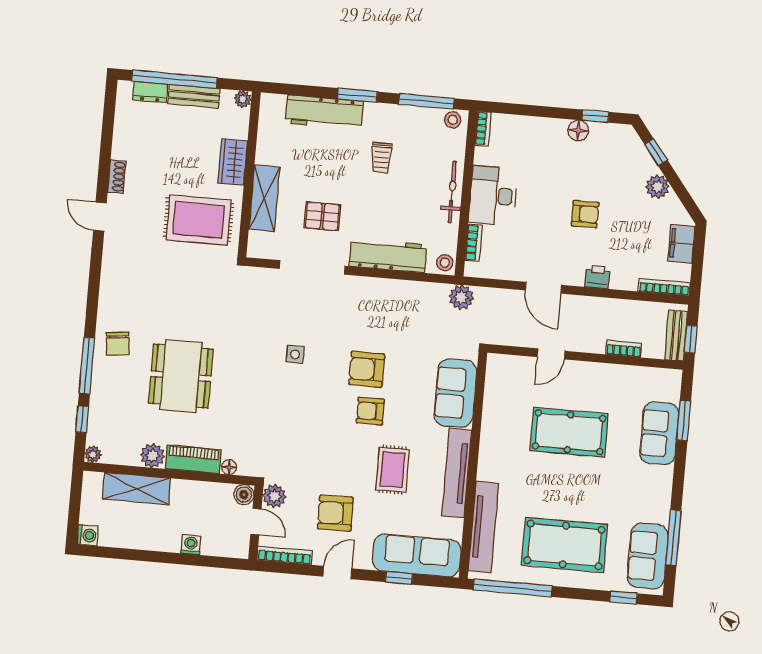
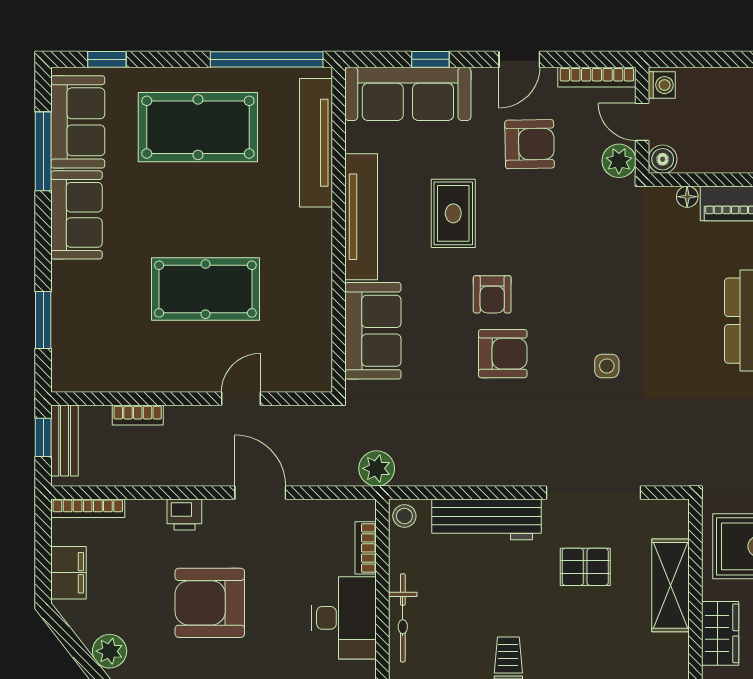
armchair: (585, 214) -> (210, 603), width x1.88, depth x1.88
armchair: (370, 411) -> (492, 294), turned 90
sofa: (659, 433) -> (76, 215), moved
washing machine: (191, 545) -> (662, 85), moved, turned -90

